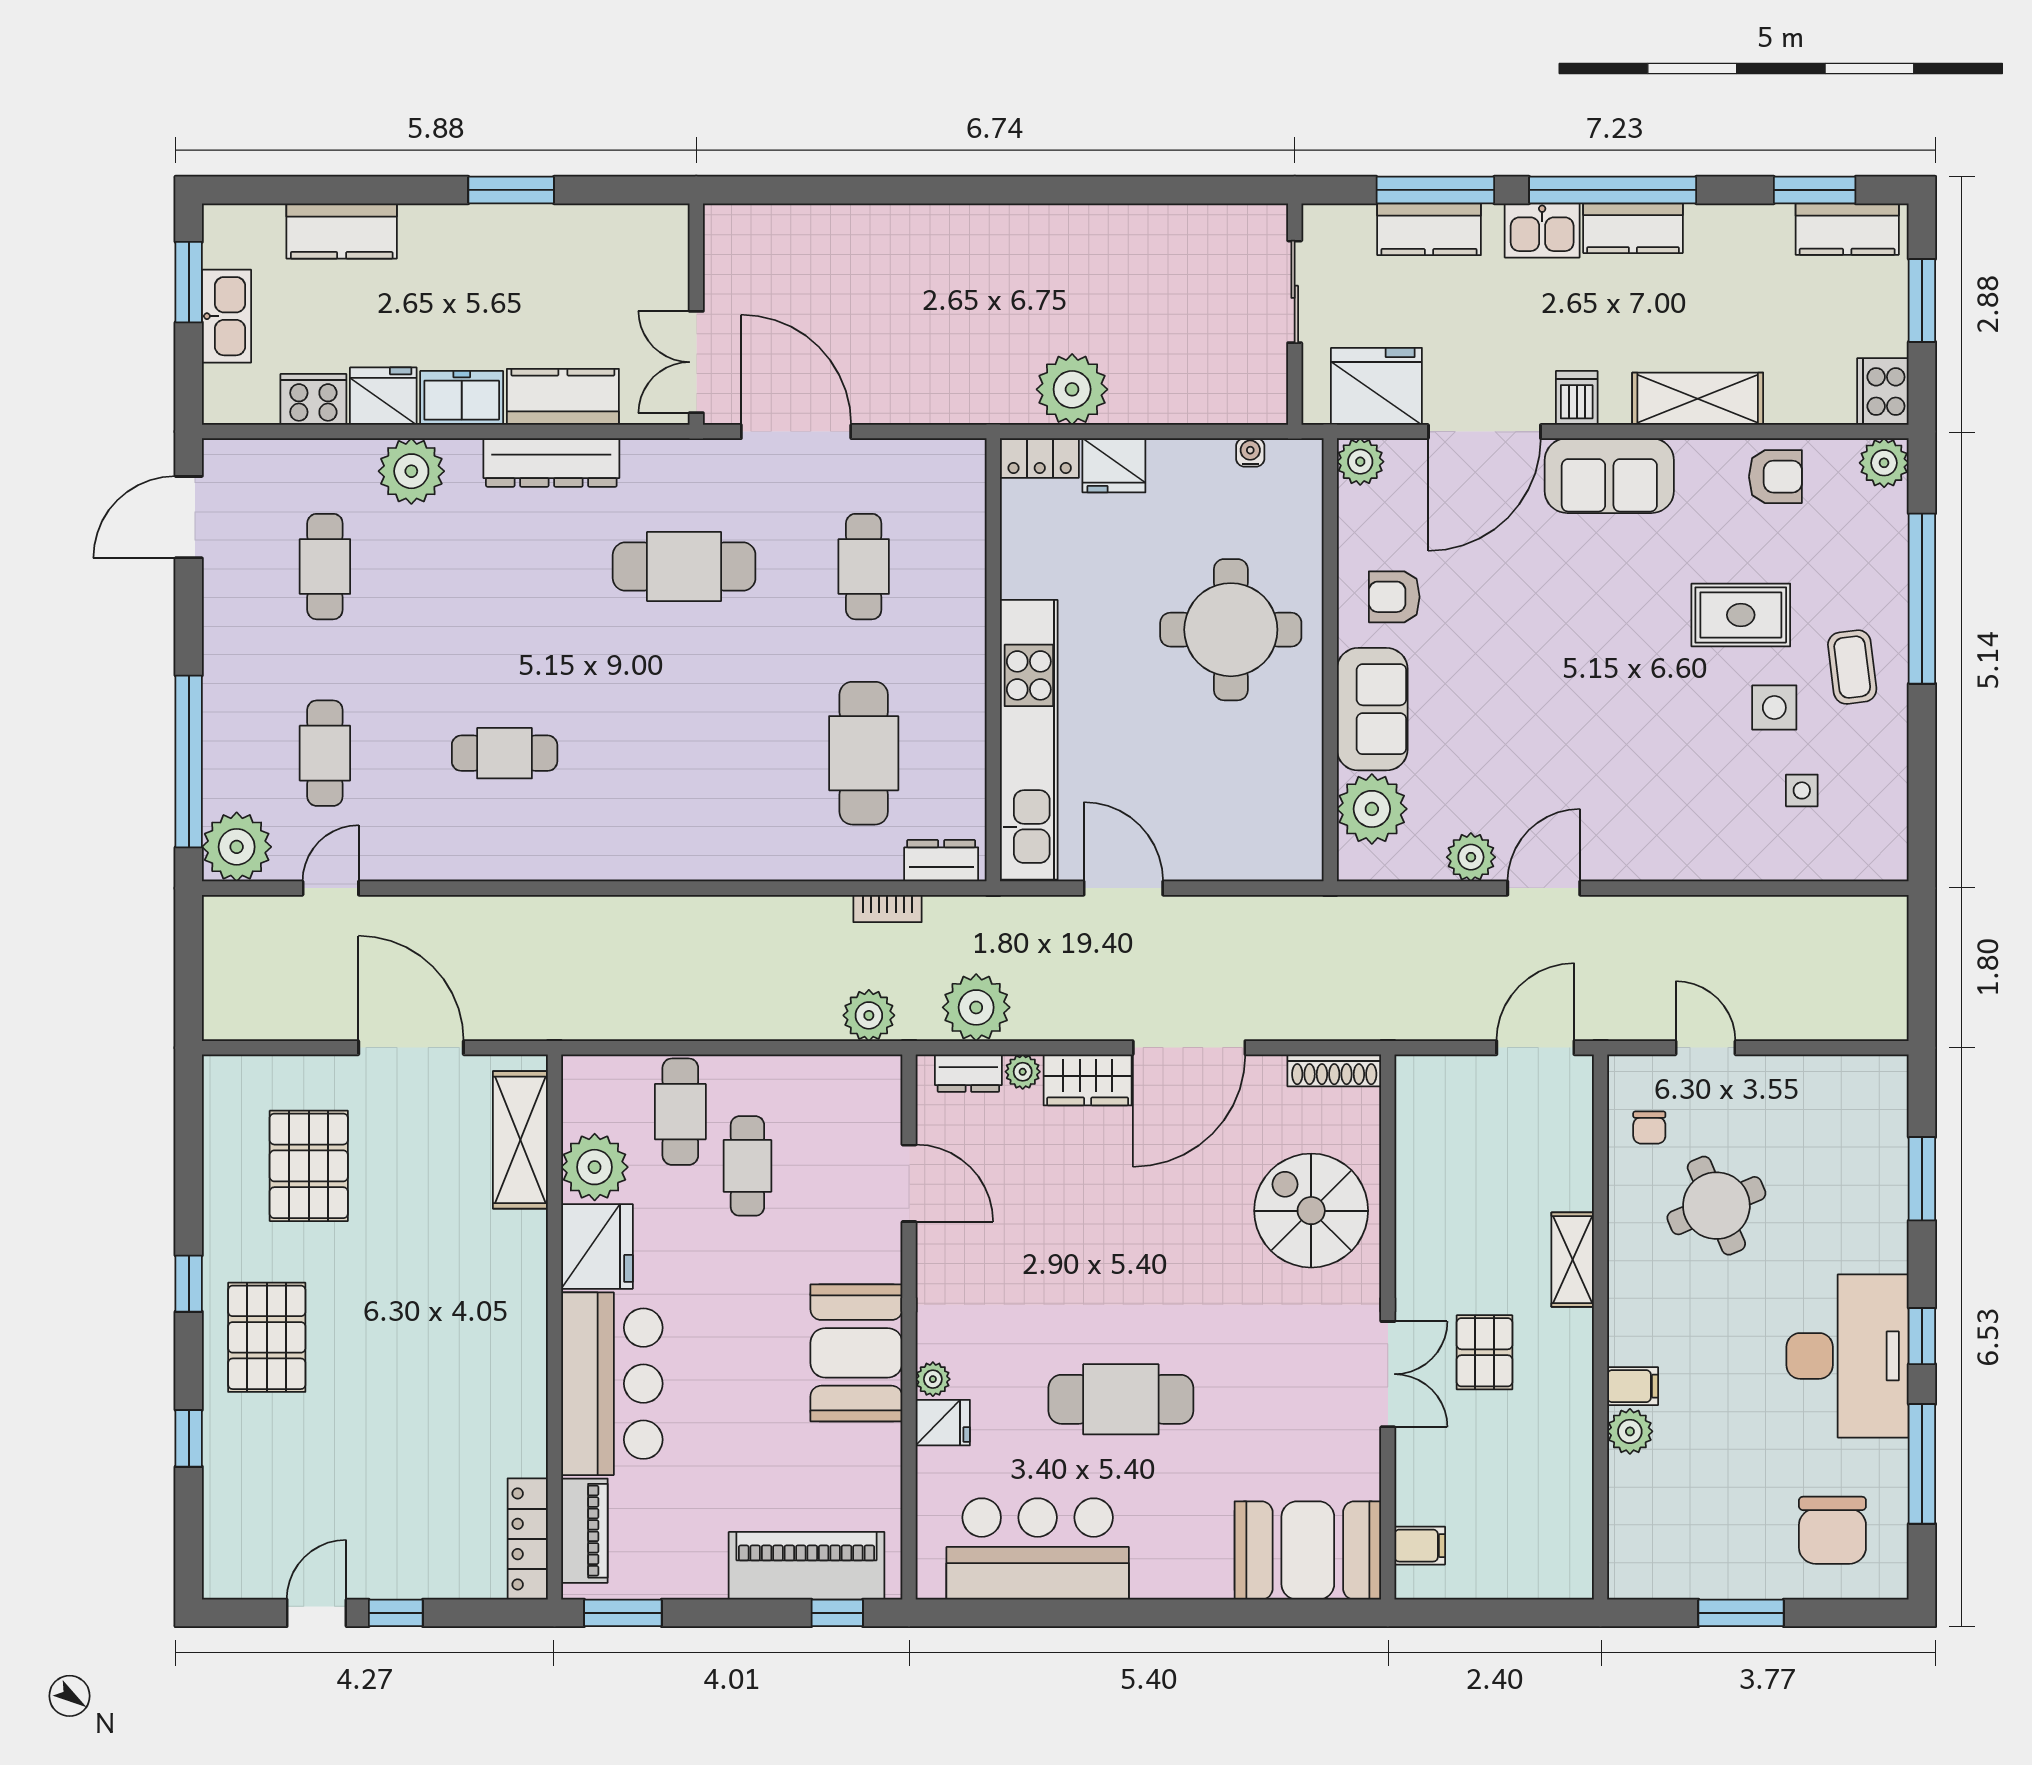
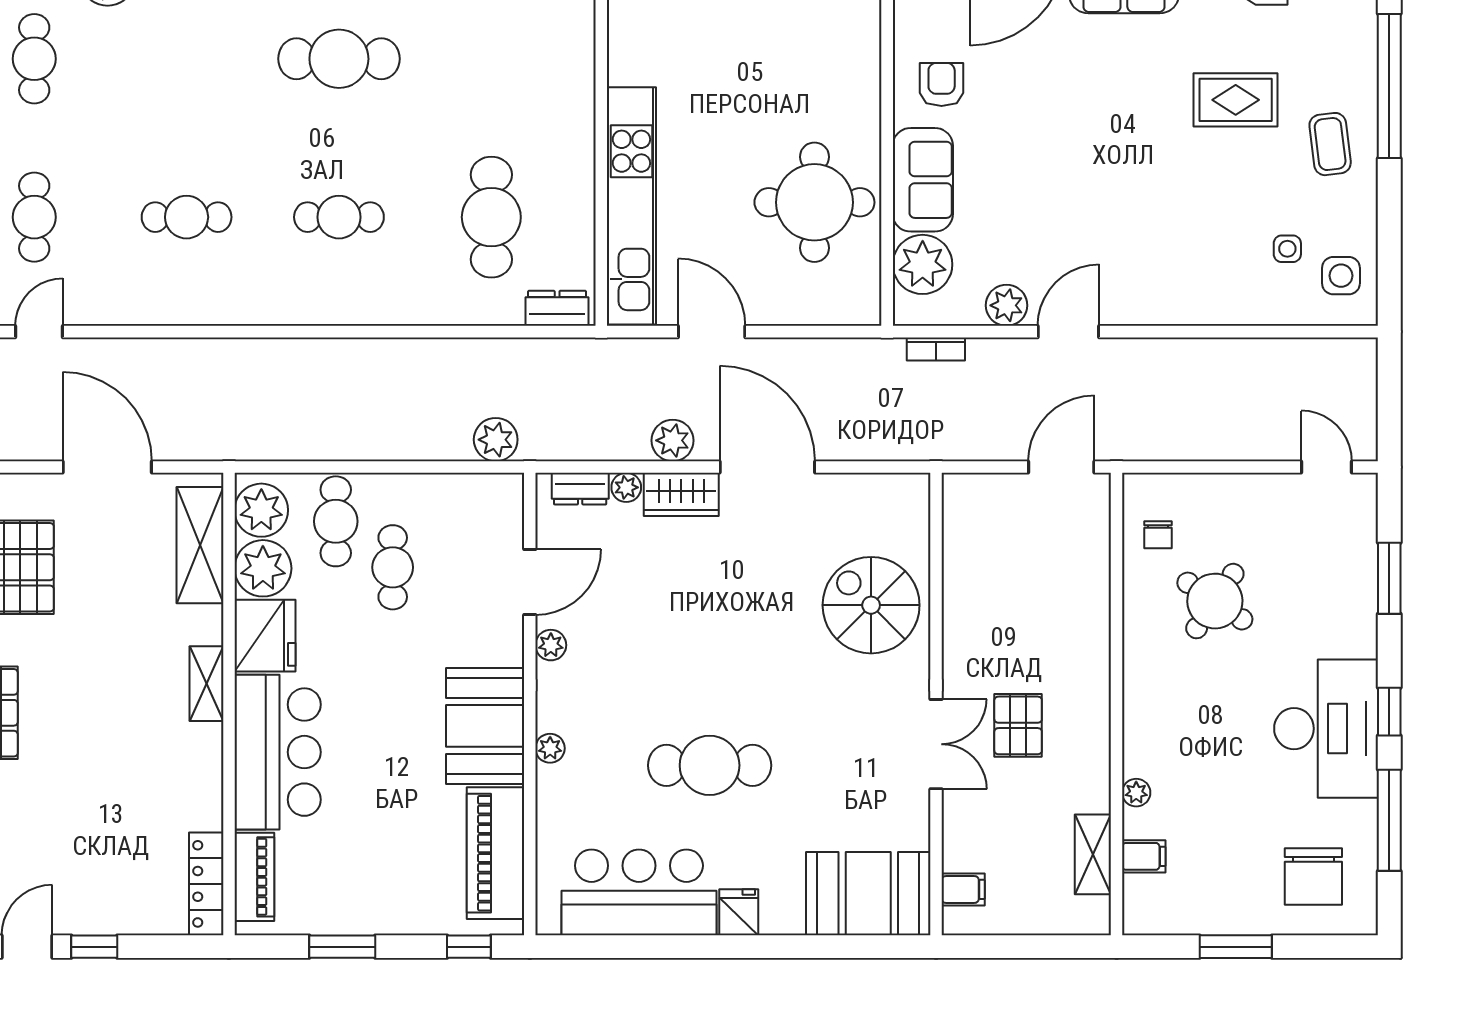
cafe table: (864, 567) -> (339, 217), moved, turned 90
armchair: (1394, 597) -> (942, 84), turned 90
round table: (1231, 630) -> (814, 202), moved
side table: (1774, 708) -> (1341, 276), moved
bookcase: (887, 908) -> (936, 349), moved
plant: (976, 1007) -> (673, 440), moved, width x0.73, depth x0.73
door: (1189, 1048) -> (767, 467), swing flipped
door: (1705, 1048) -> (1326, 467), moved
shoe rack: (1334, 1070) -> (891, 486), removed
plant: (593, 1099) -> (261, 510), added
door: (909, 1183) -> (530, 582), hinge flipped
round table: (1716, 1206) -> (1215, 601), turned -33
plant: (934, 1258) -> (551, 645), added
shelving: (1573, 1260) -> (1093, 854), moved
shelving: (528, 1303) -> (206, 684), added
filing cabinet: (1633, 1386) -> (1144, 856), moved
fridge: (943, 1423) -> (739, 912), moved, turned -90
plant: (1630, 1431) -> (1136, 793), width x0.73, depth x0.73
piano: (807, 1566) -> (495, 853), moved, turned -90
window: (623, 1613) -> (342, 947), moved

